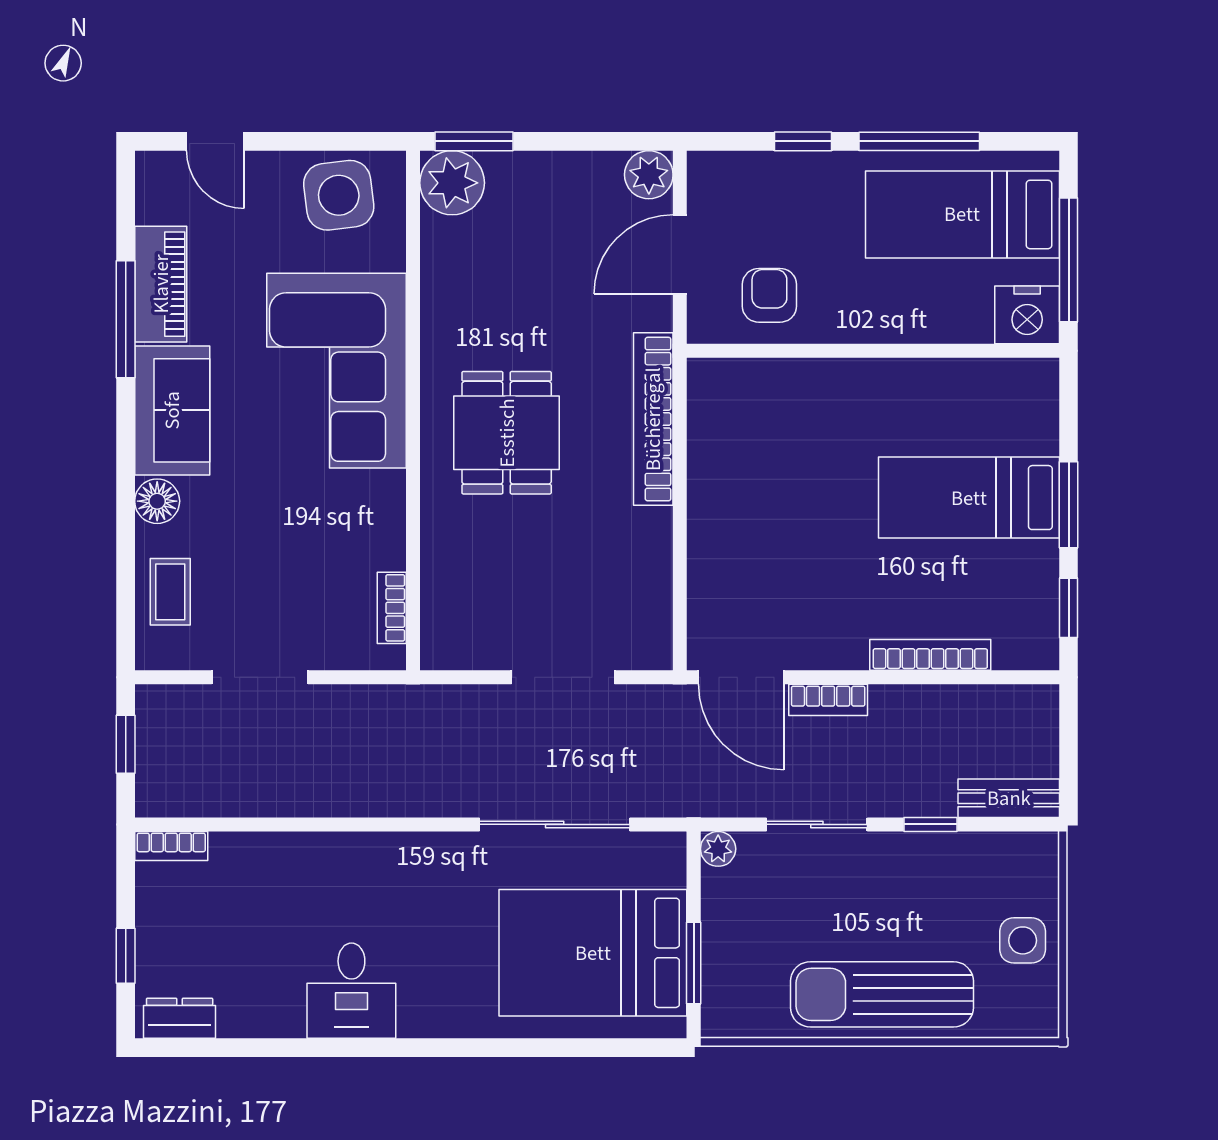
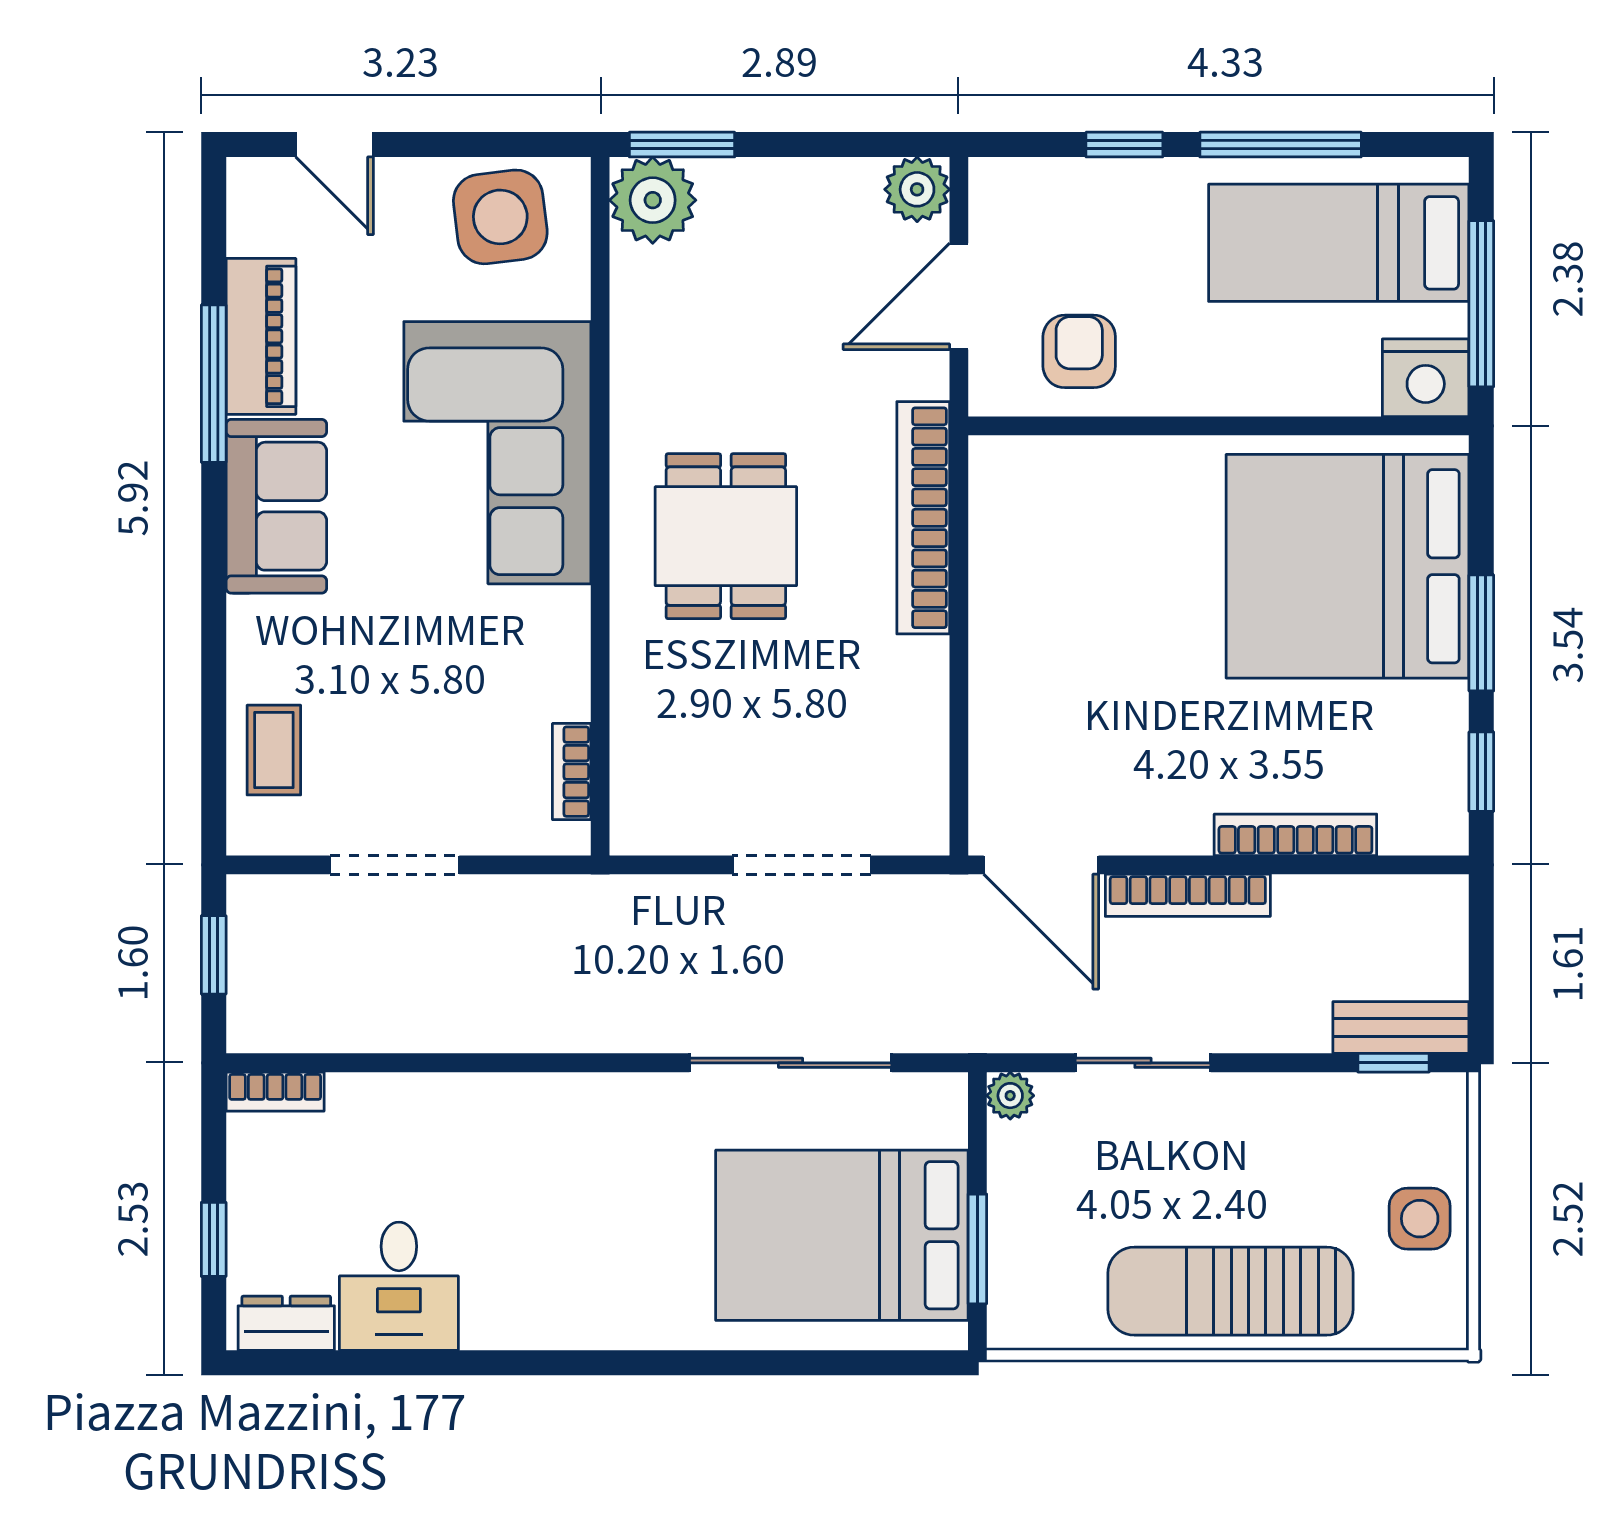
bed: (969, 498) -> (1347, 566), width x2.04
floor lamp: (157, 501) -> (256, 628), removed
bookcase: (828, 700) -> (1188, 895), width x1.56
window: (930, 824) -> (1394, 1063), moved
desk: (351, 991) -> (399, 1286), moved

